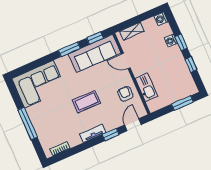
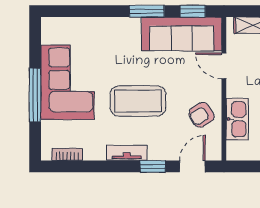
corner sofa: (39, 84) -> (68, 82), moved, turned -90
armchair: (125, 94) -> (202, 115), turned -121
coffee table: (86, 102) -> (138, 101), width x1.36, depth x1.32

